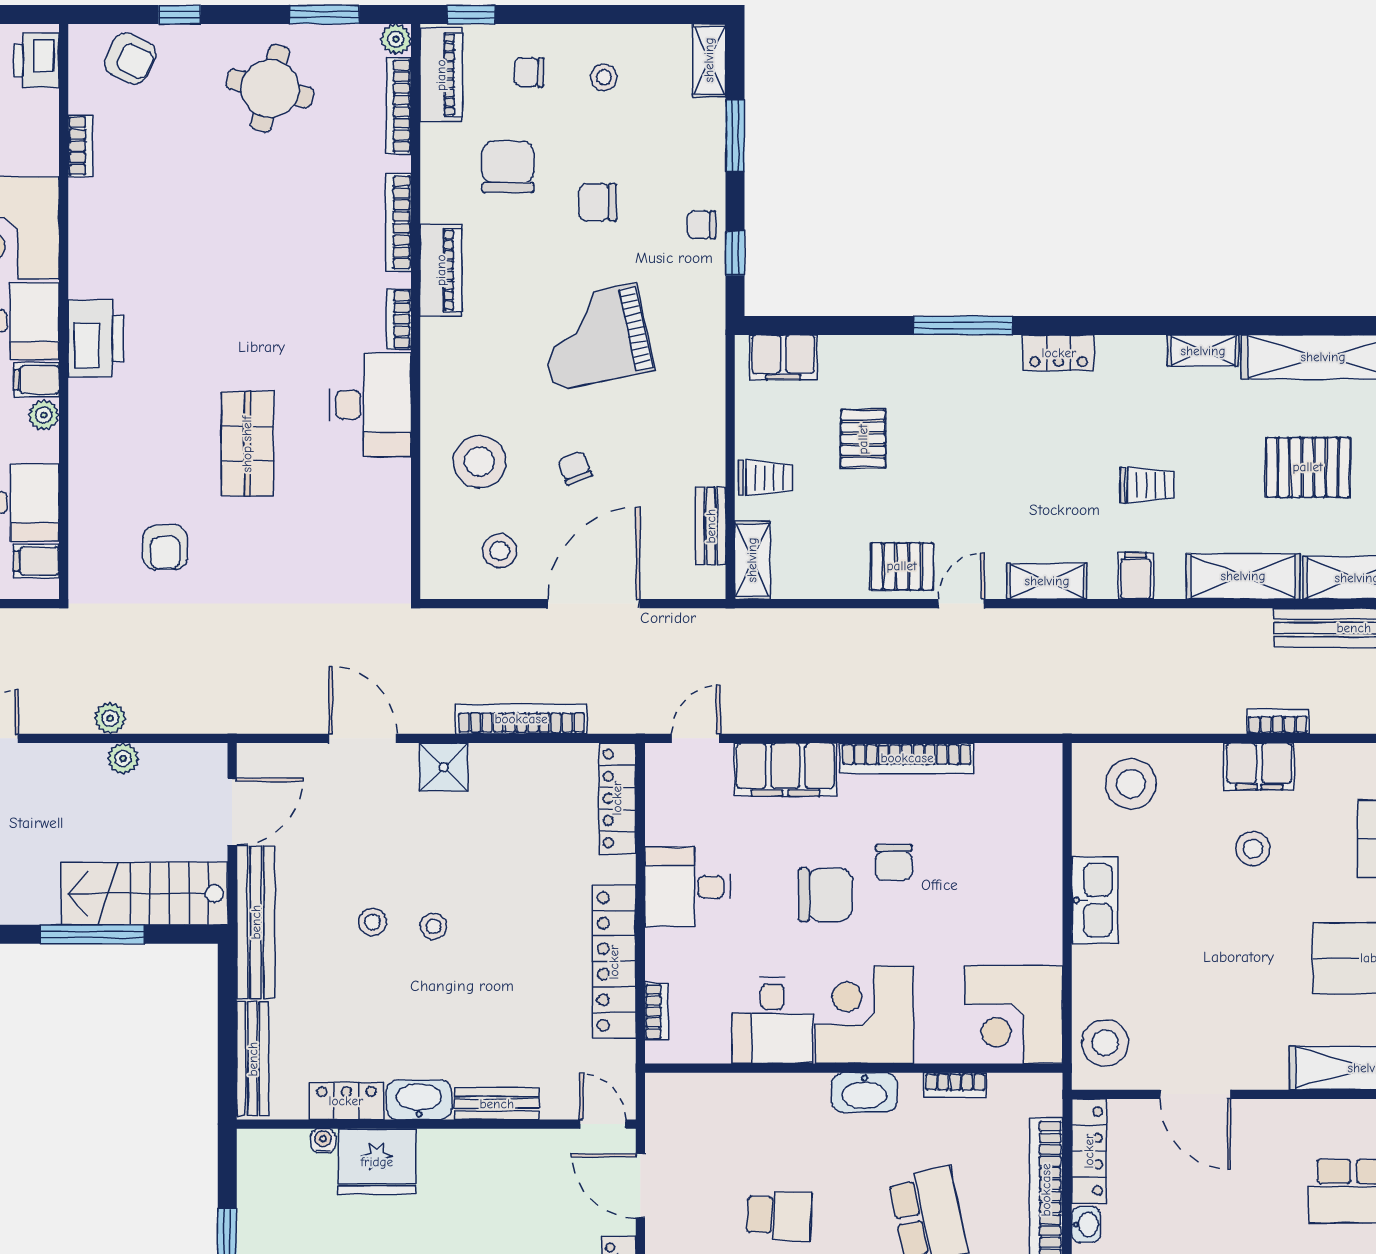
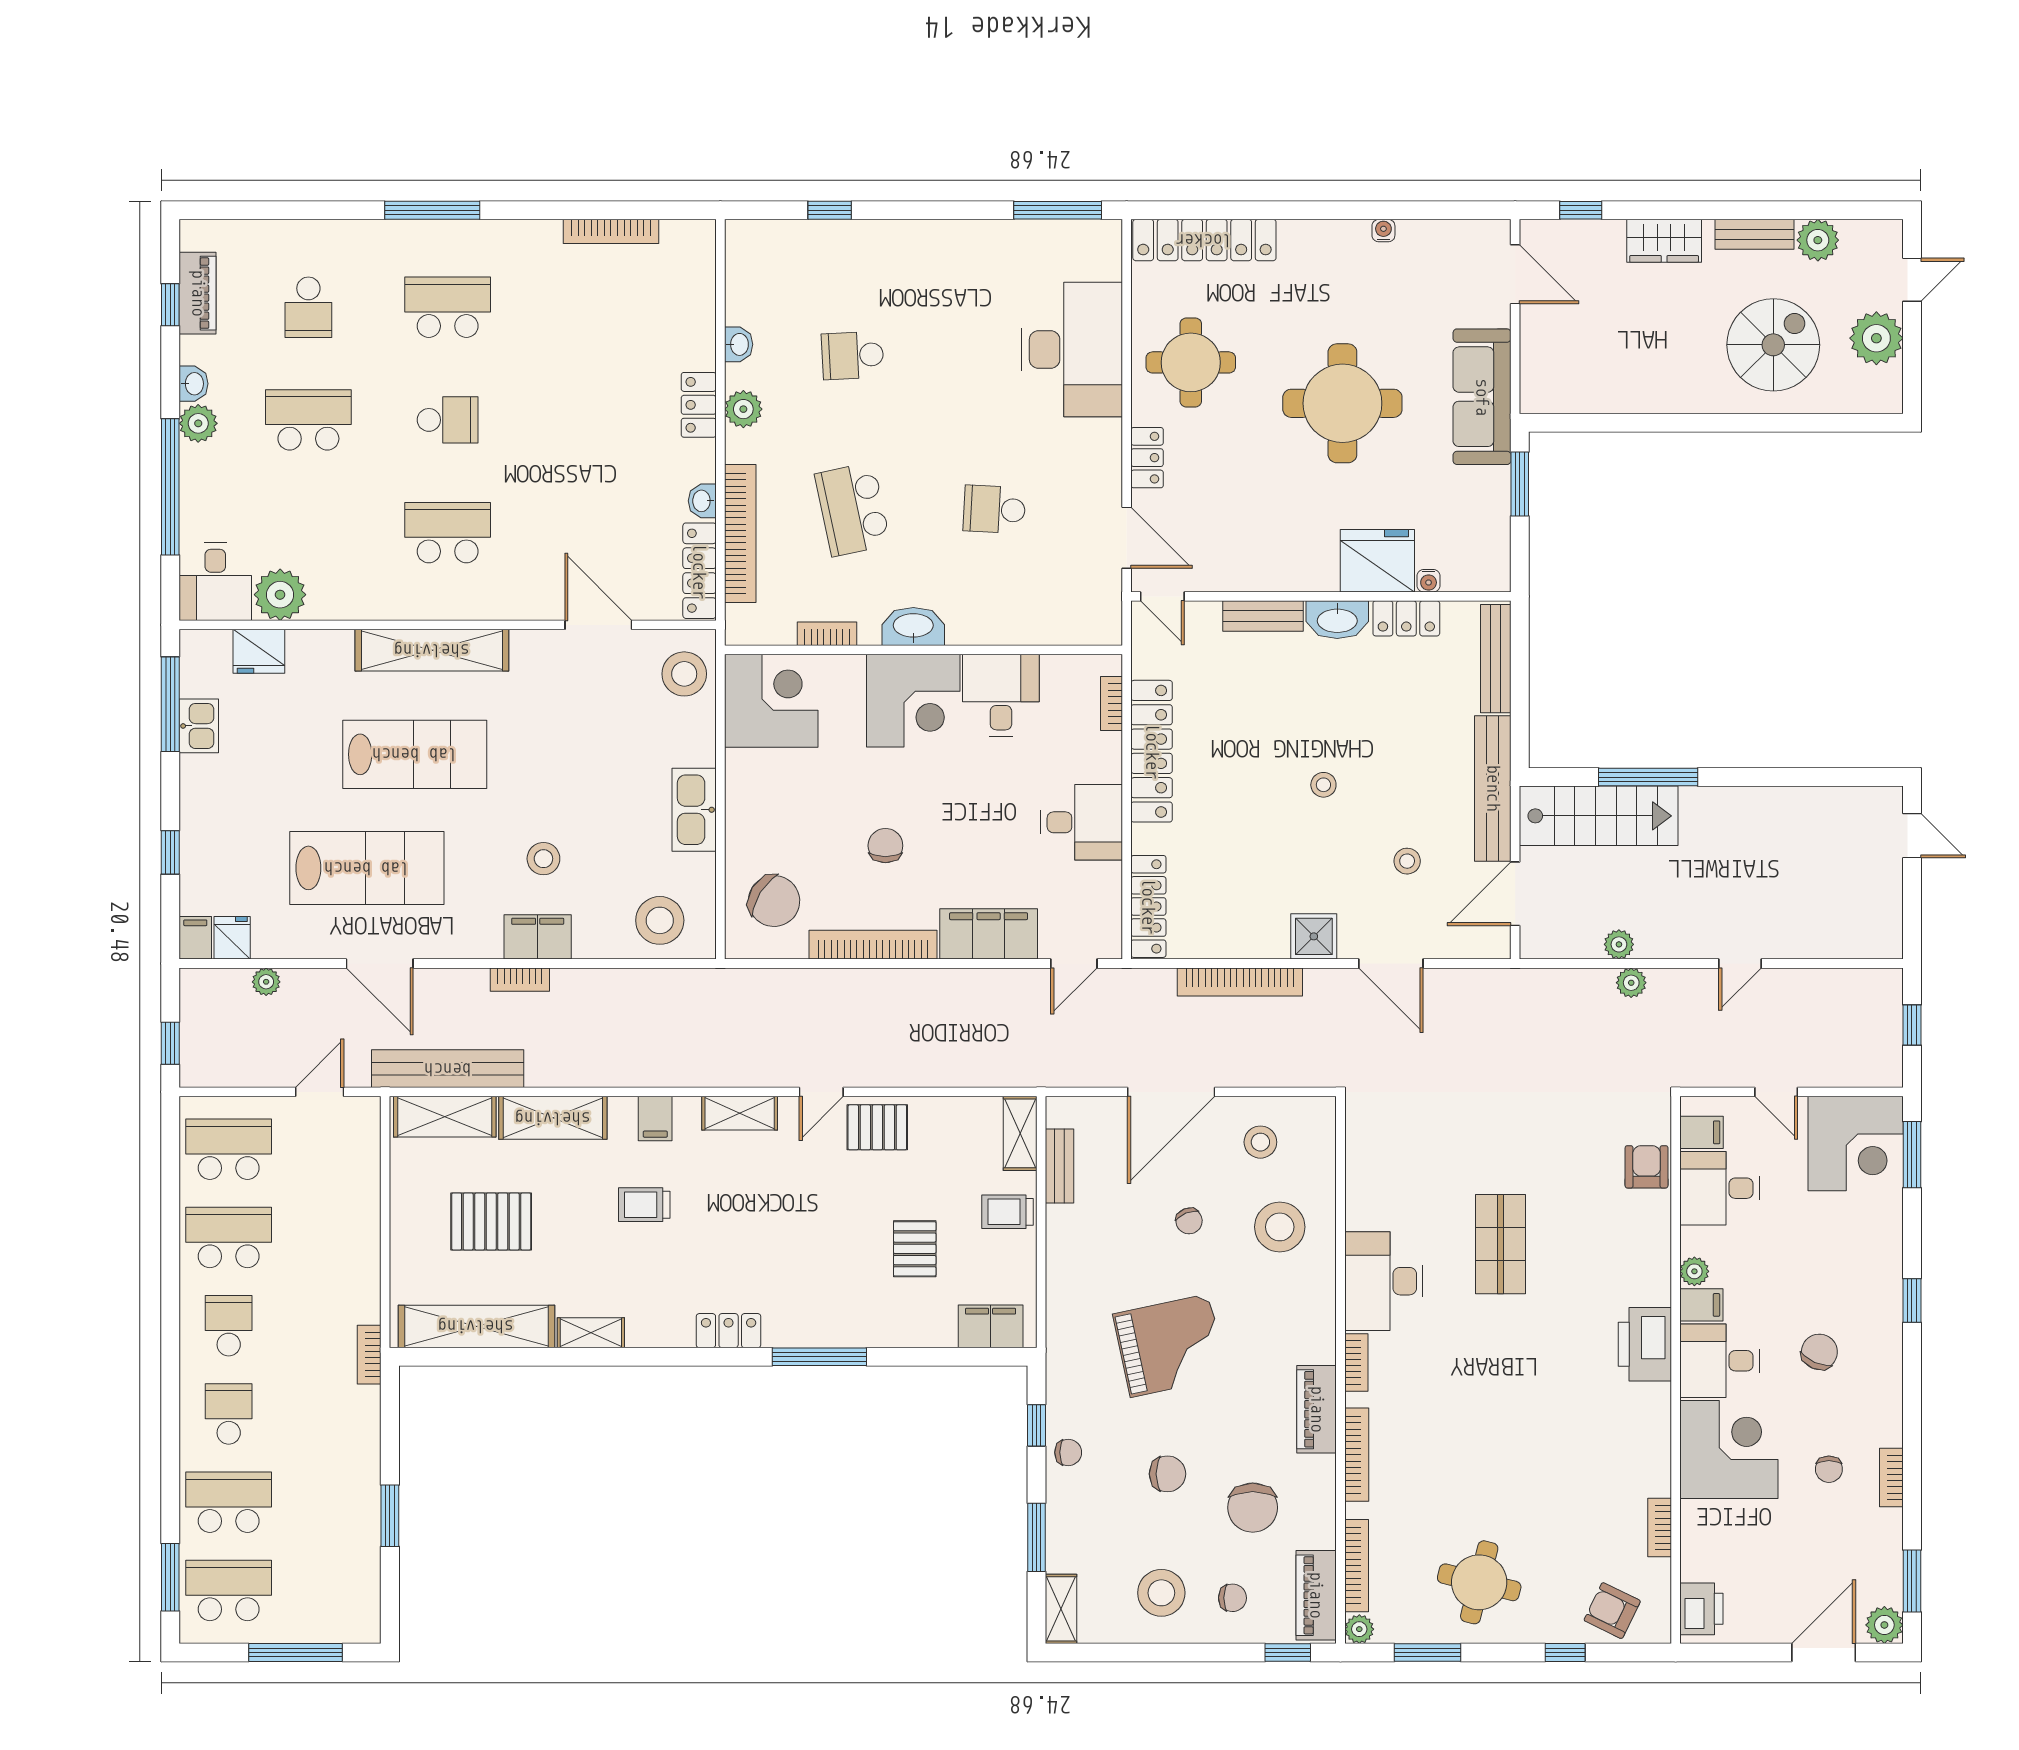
stool: (604, 77) -> (1161, 1593), width x1.89, depth x1.89
armchair: (165, 547) -> (1647, 1167), moved
chair: (825, 895) -> (774, 901), moved, turned -148
stool: (373, 922) -> (1407, 861), moved

